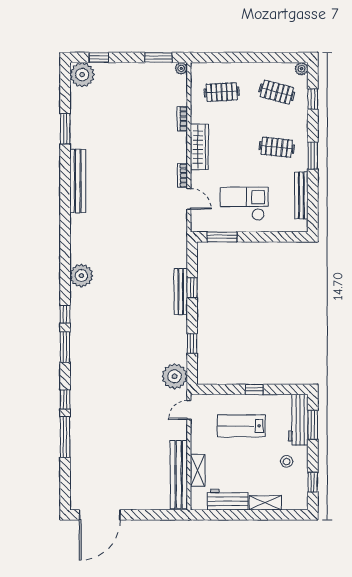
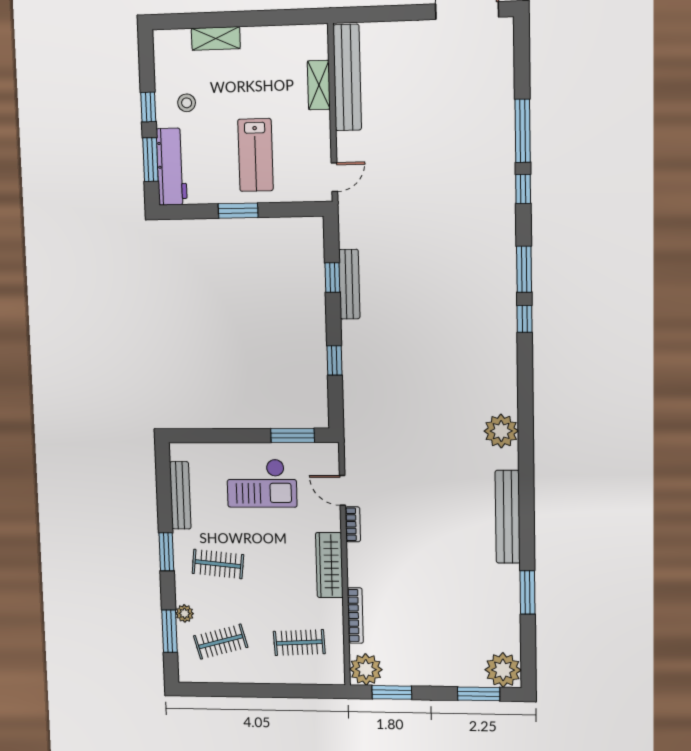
window: (99, 57) -> (479, 694), width x1.50
plant: (181, 68) -> (366, 669), width x1.88, depth x1.88
plant: (302, 69) -> (185, 613), moved
clothes rail: (277, 92) -> (221, 642), turned -30
window: (313, 99) -> (169, 631), width x1.50
bookcase: (182, 119) -> (355, 616), width x1.56
plant: (81, 276) -> (501, 431), moved
bench: (181, 292) -> (349, 284), moved
plant: (175, 376) -> (357, 228), removed
window: (254, 389) -> (238, 211), width x1.50
lab bench: (241, 426) -> (255, 155), turned 90
window: (313, 482) -> (148, 107), moved
workbench: (228, 500) -> (272, 41), removed

